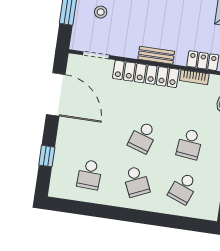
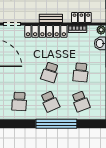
school desk: (183, 188) -> (81, 101), turned -42
window: (141, 217) -> (56, 124), added

